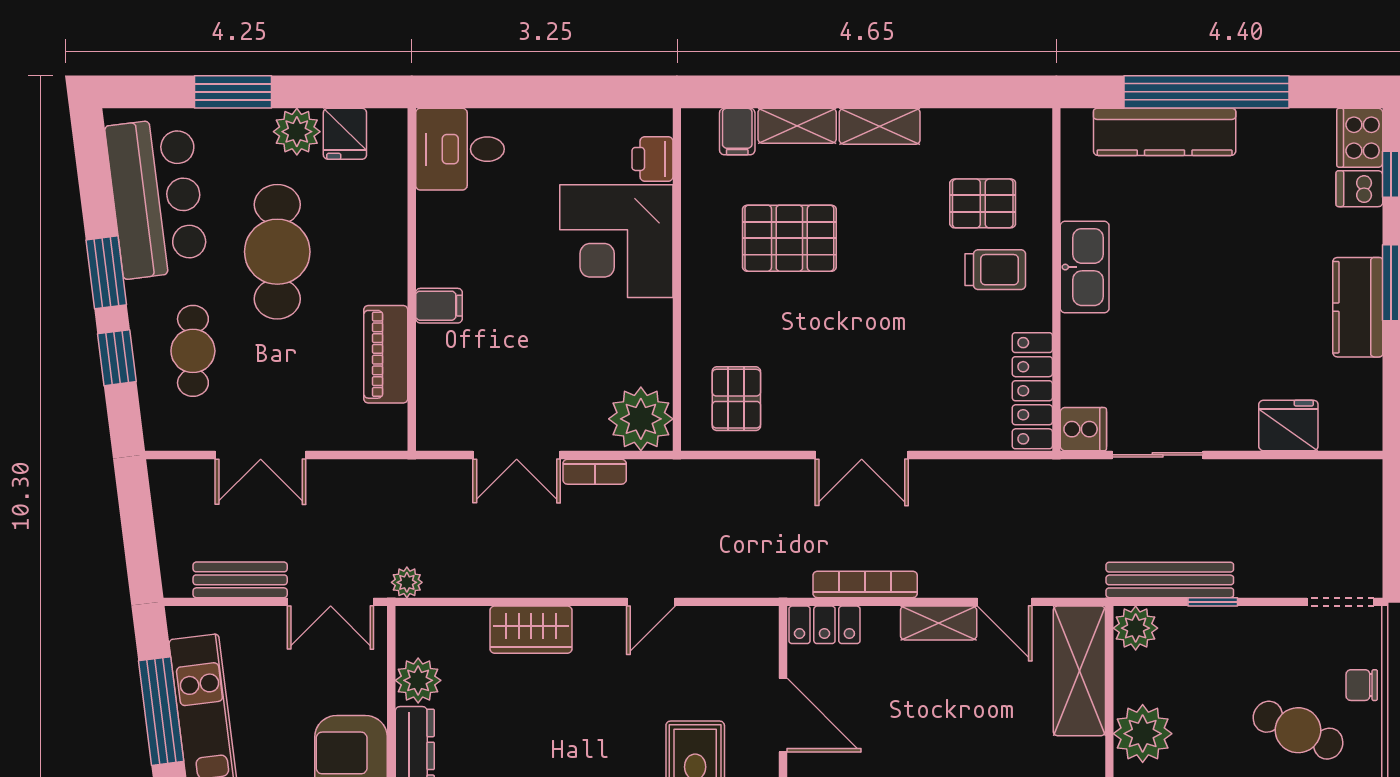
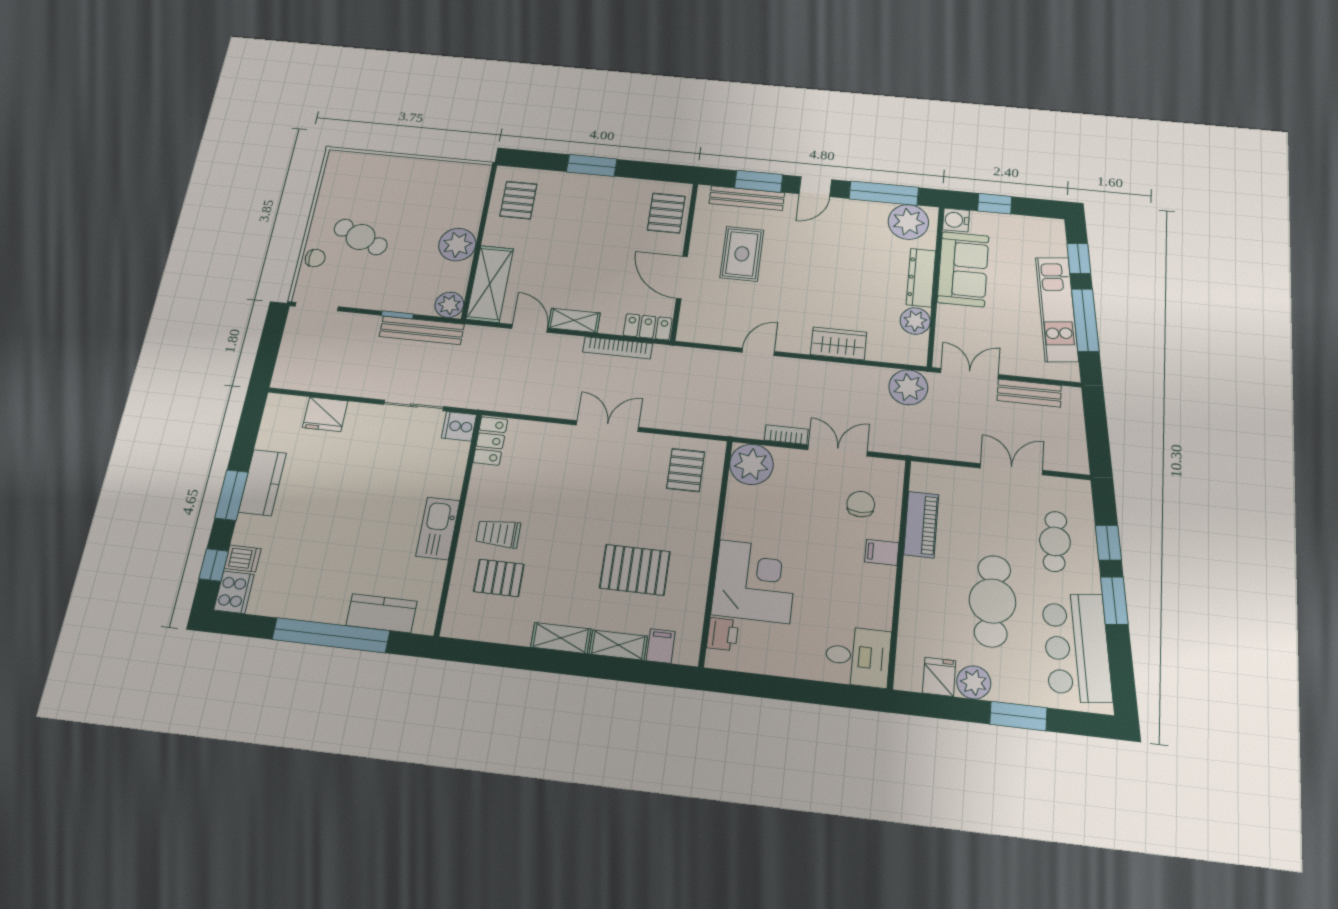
kitchen counter: (1165, 132) -> (382, 613), width x0.67
chair: (475, 375) -> (861, 504), added
locker: (1032, 391) -> (490, 441), width x0.66
plant: (407, 582) -> (908, 387), width x1.88, depth x1.88

